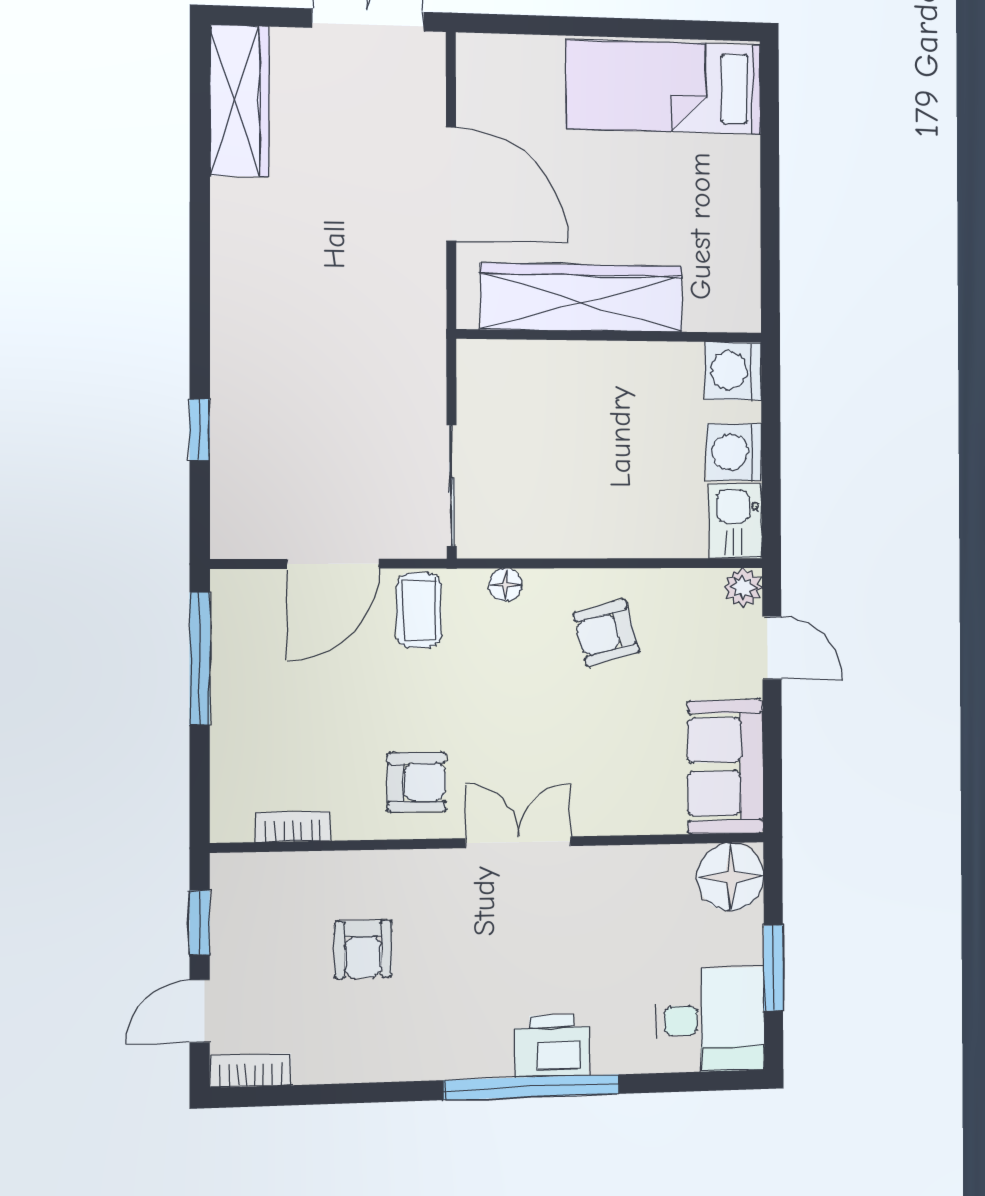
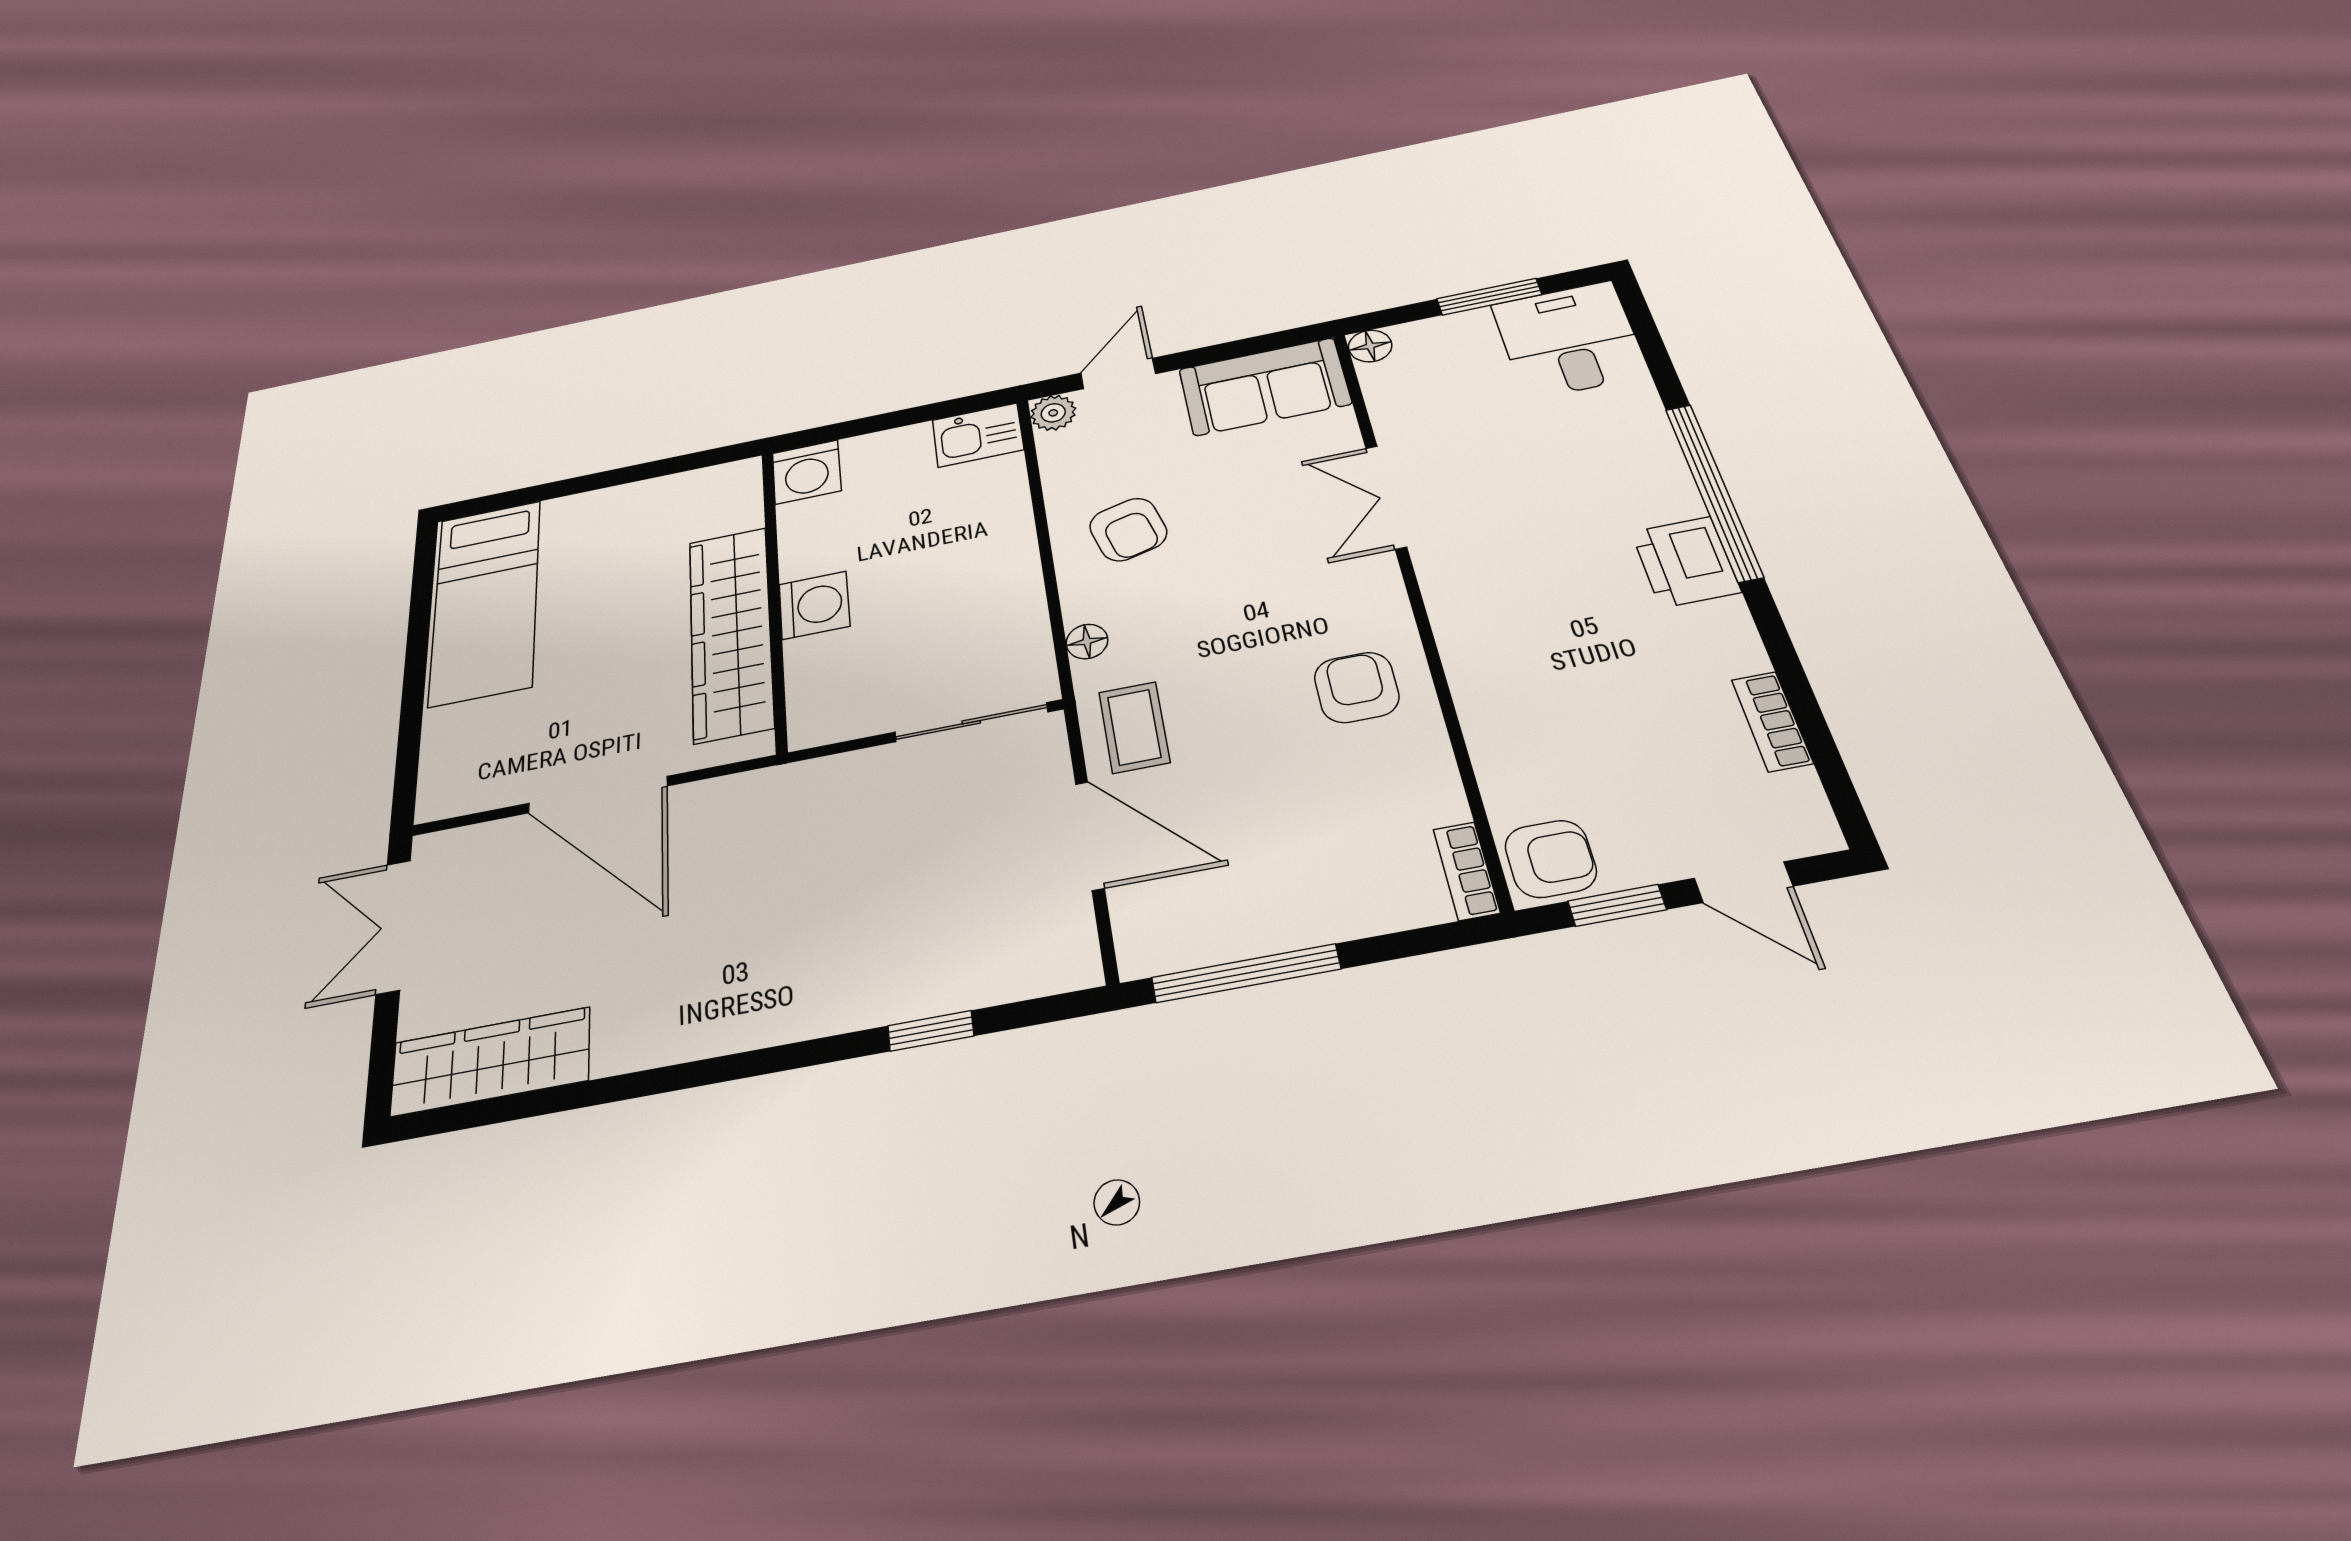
door: (451, 184) -> (598, 795), swing flipped
washing machine: (734, 452) -> (814, 605), moved, turned -90
coffee table: (419, 610) -> (1134, 727), turned 90
bookcase: (293, 827) -> (1466, 871), moved
double door: (518, 842) -> (1386, 497), moved
floor lamp: (731, 877) -> (1370, 346), width x0.53, depth x0.53
armchair: (363, 949) -> (1551, 859), moved
printer: (552, 1046) -> (1686, 562), moved
bookcase: (250, 1070) -> (1772, 721), moved

